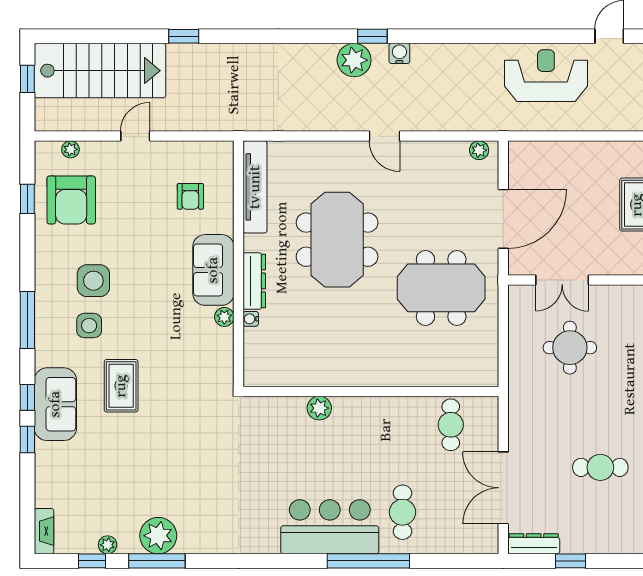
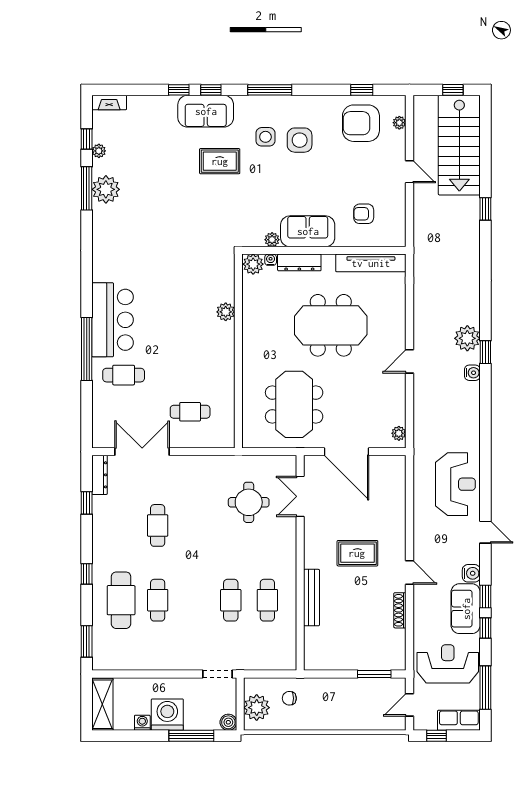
plant: (257, 342) -> (253, 264), added
wall: (371, 391) -> (238, 351), moved
plant: (319, 408) -> (226, 312), moved

